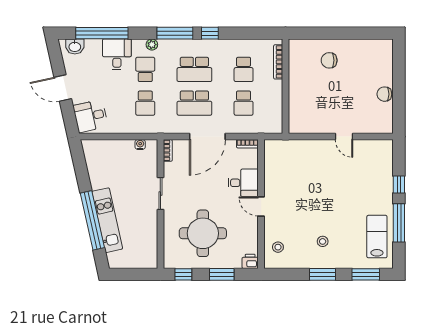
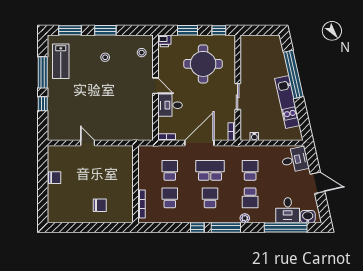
desk: (117, 54) -> (288, 210), moved
school desk: (194, 69) -> (210, 198), width x0.54
kitchen unit: (107, 220) -> (287, 102), moved

